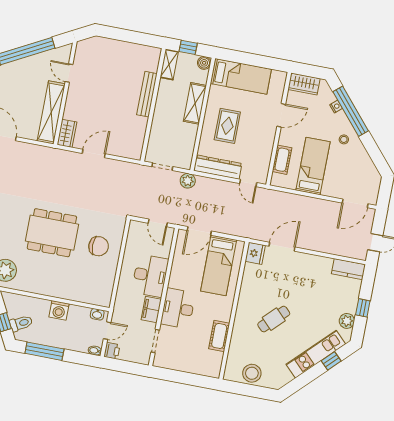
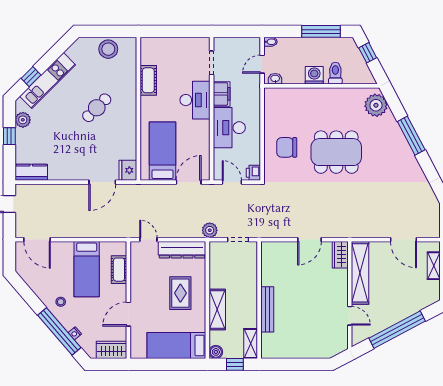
door: (355, 203) -> (37, 240), swing flipped
toilet: (21, 323) -> (335, 73), moved, turned 118
printer: (112, 351) -> (253, 173), moved

